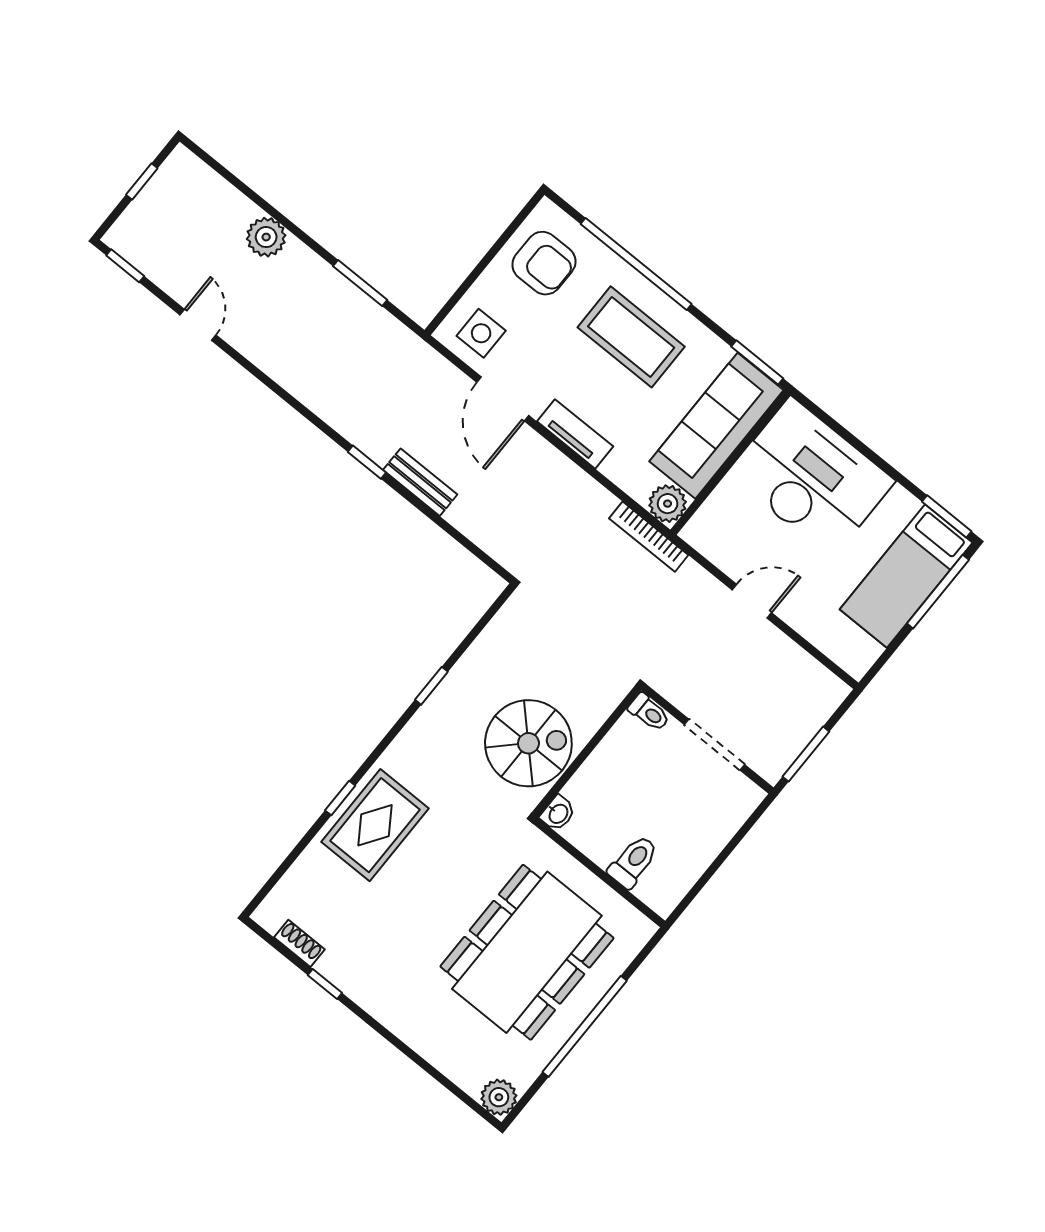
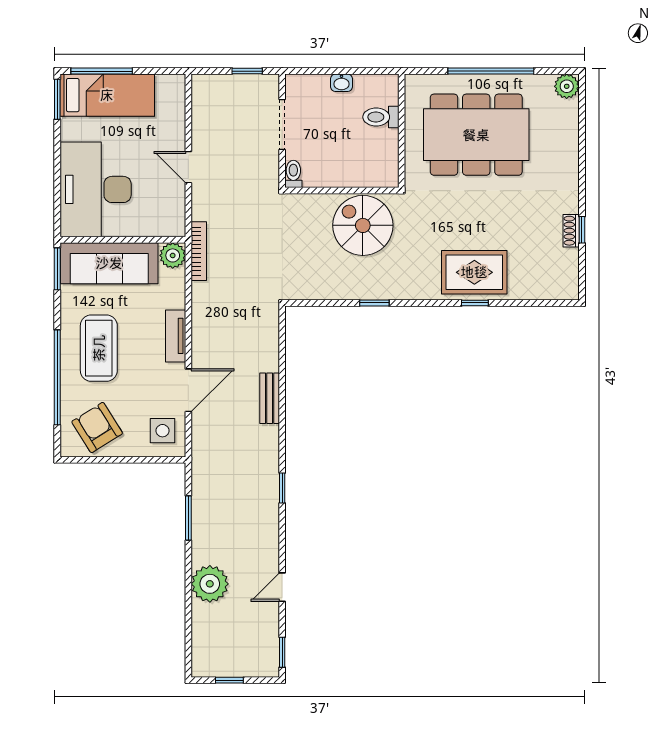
plant: (266, 237) -> (210, 584), width x1.36, depth x1.36
armchair: (544, 263) -> (97, 428), turned -32
window: (367, 462) -> (282, 488), moved
window: (806, 754) -> (247, 71), width x0.67
washbasin: (558, 813) -> (342, 83), moved, turned 180
shoe rack: (299, 943) -> (571, 231), moved

